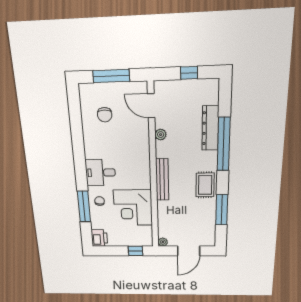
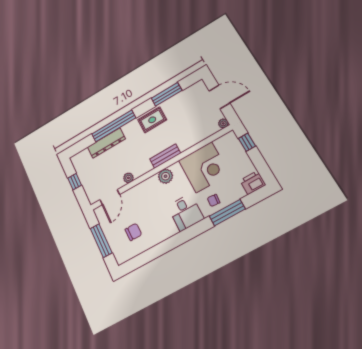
plant: (143, 171) -> (166, 176), added
bench: (162, 180) -> (165, 156), width x0.73

